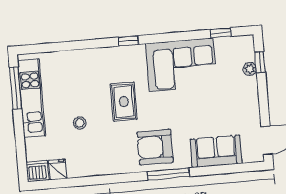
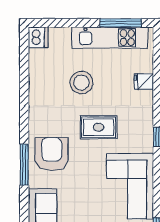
stool: (80, 123) -> (81, 83), width x1.89, depth x1.89
fridge: (58, 169) -> (144, 82), moved, turned 180

